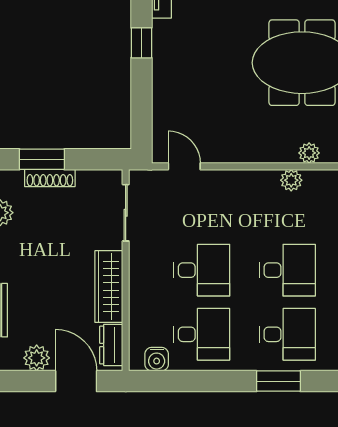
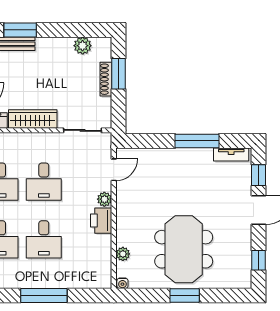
window: (141, 43) -> (197, 141), width x2.17
plant: (291, 180) -> (104, 199), moved
printer: (260, 185) -> (101, 221), added

